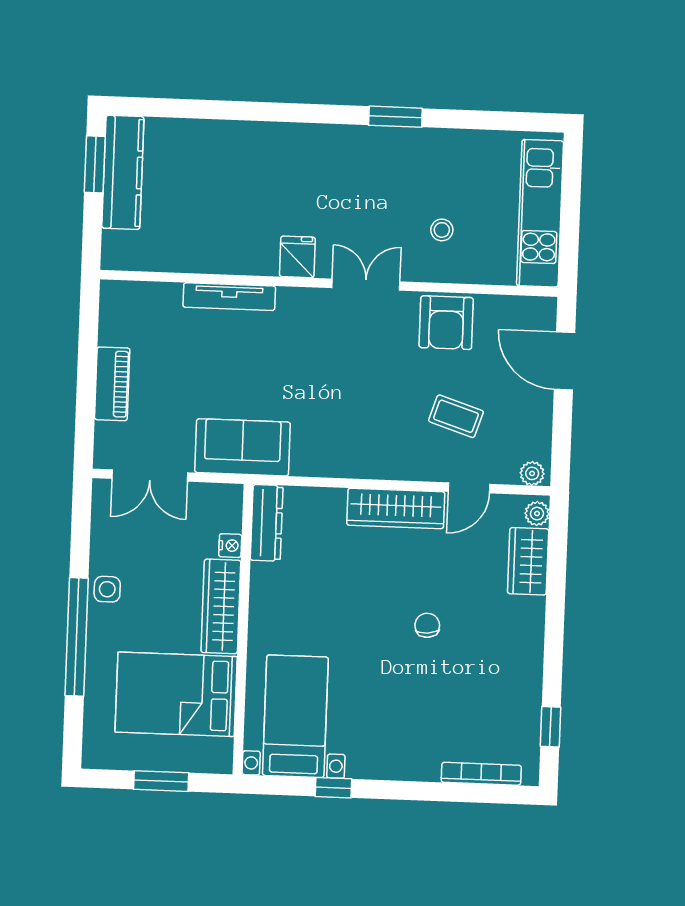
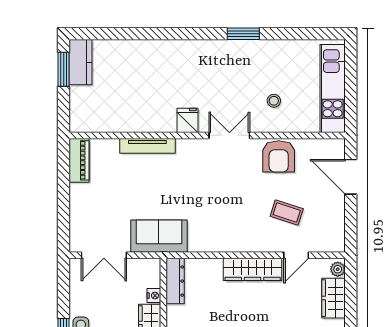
kitchen counter: (123, 172) -> (81, 62), width x0.67
piano: (112, 384) -> (79, 160), moved
plant: (532, 473) -> (334, 245), removed

